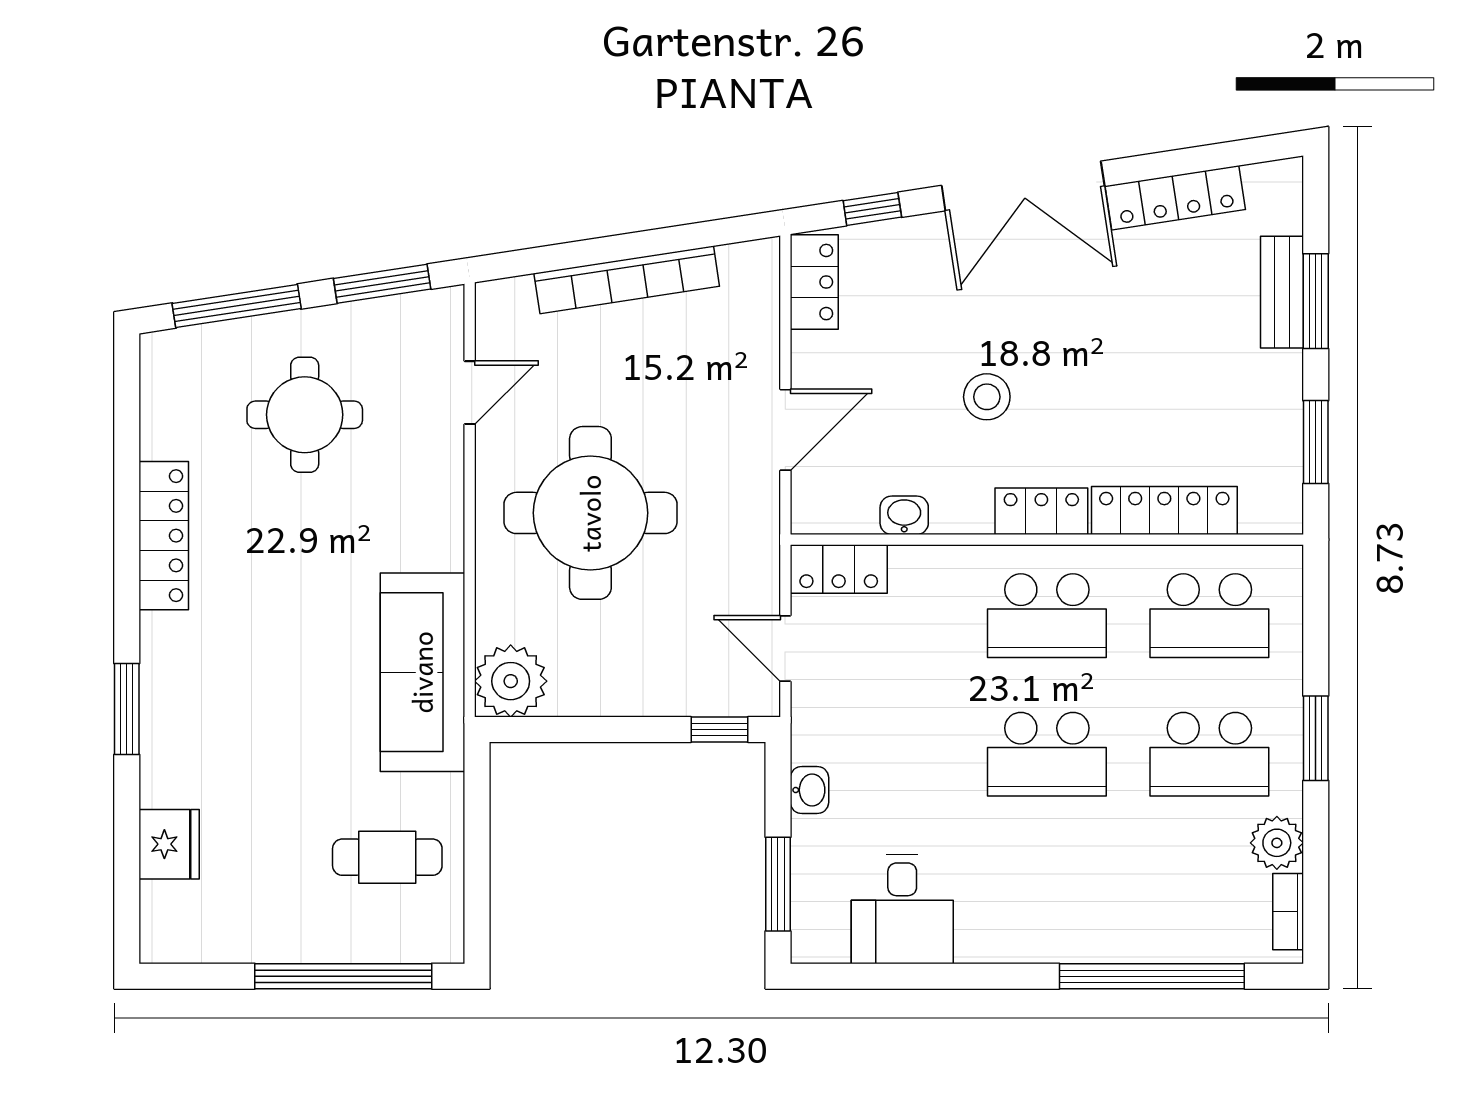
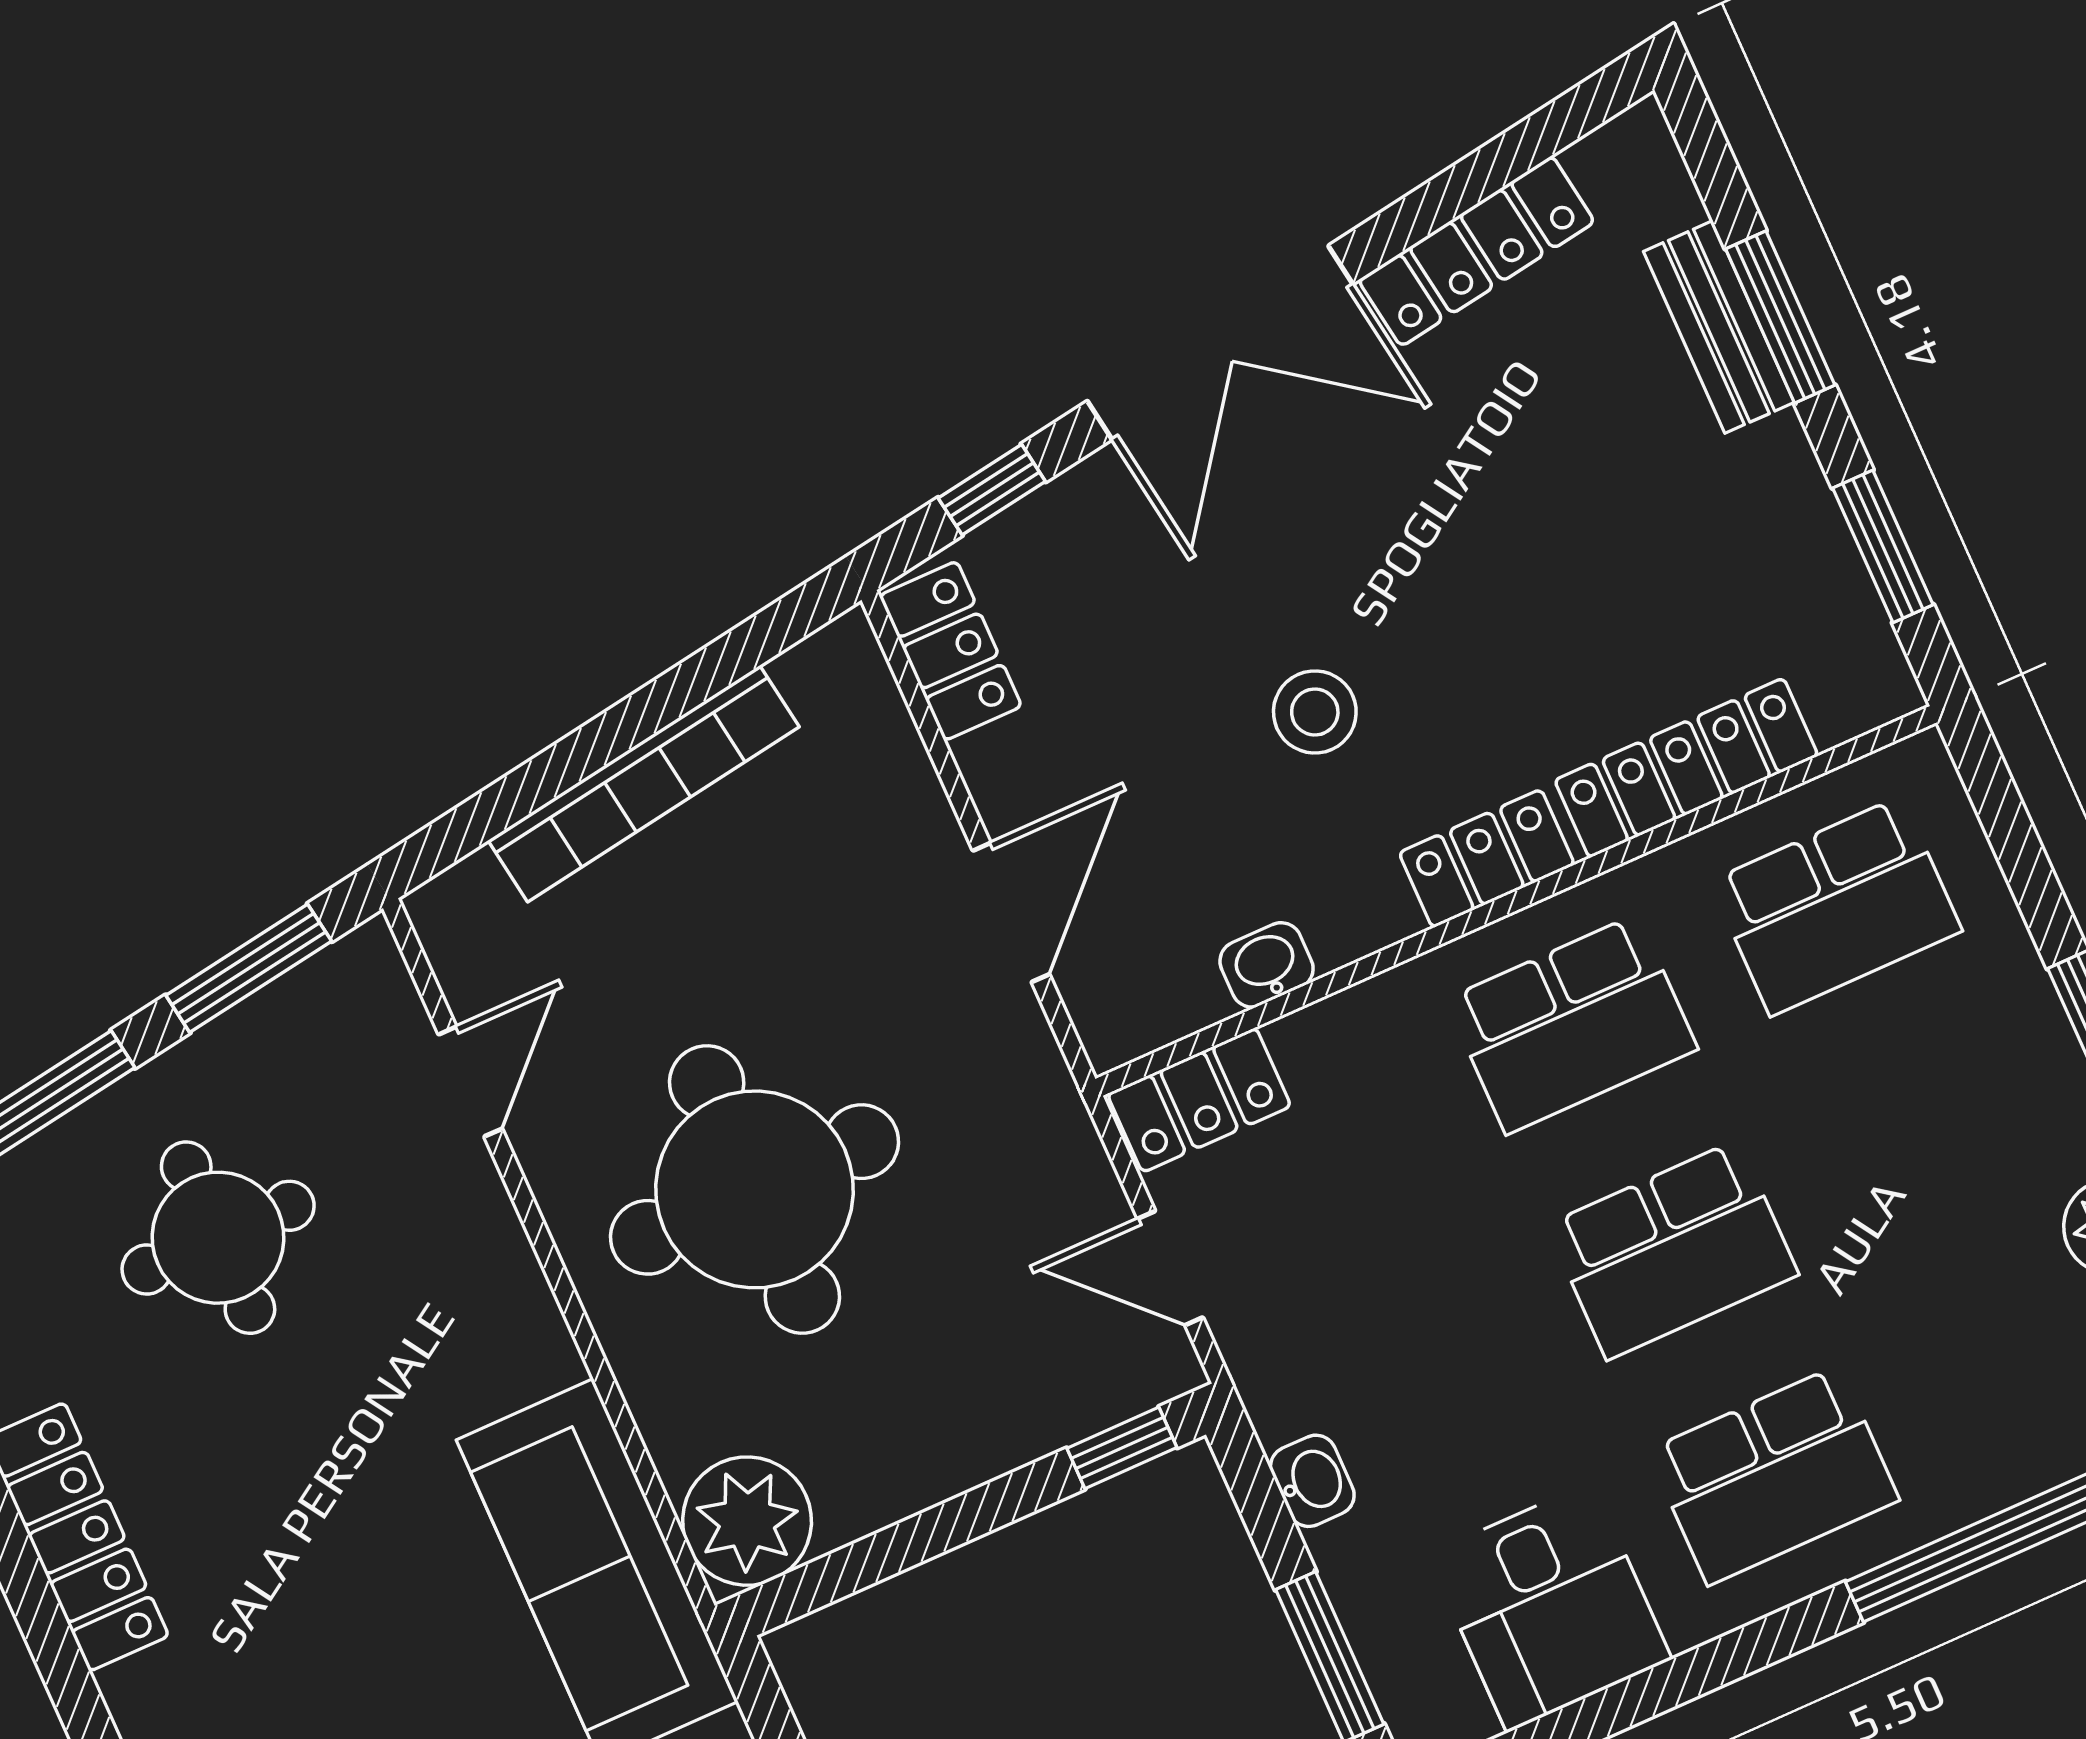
school desk: (1209, 754) -> (1773, 1475), moved

